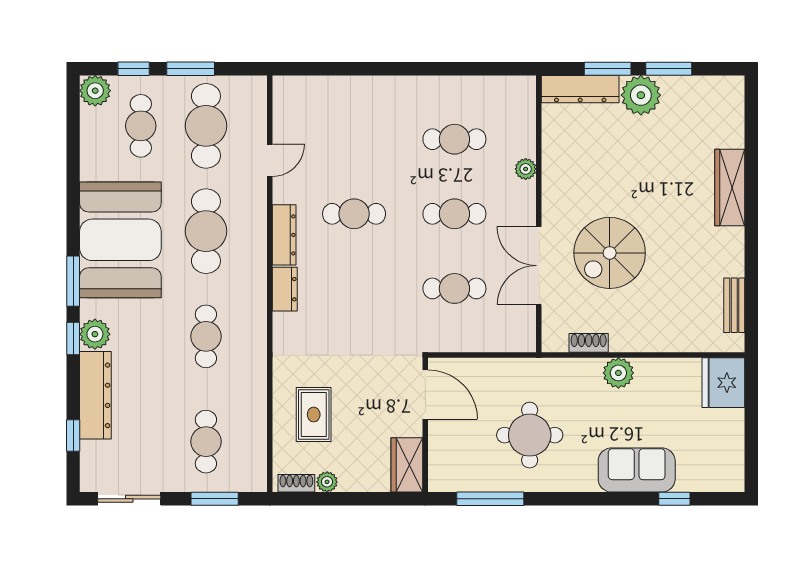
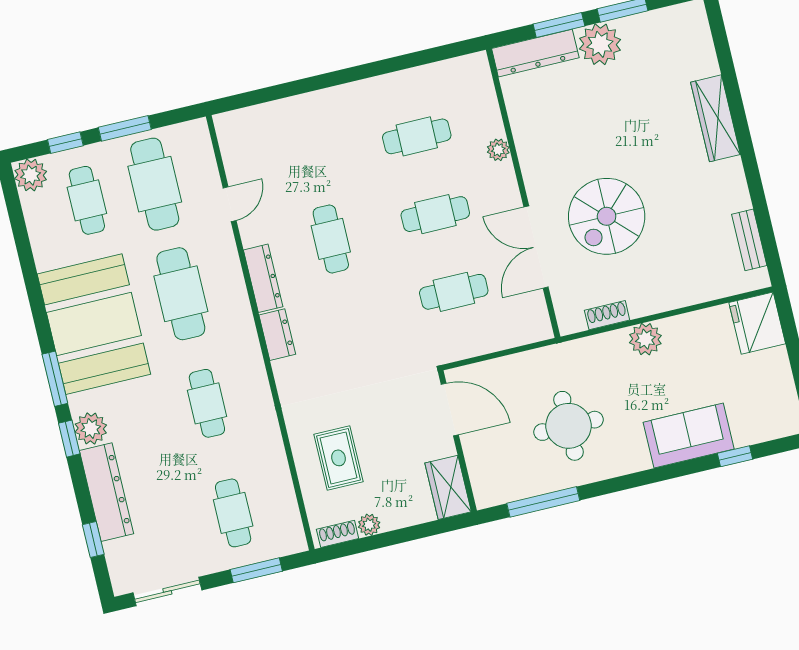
cafe table: (354, 214) -> (331, 239), turned 90

